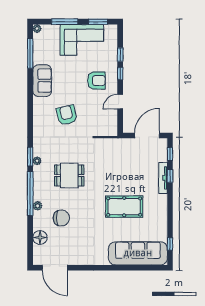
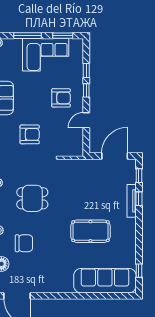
armchair: (67, 115) -> (30, 134), turned 103

